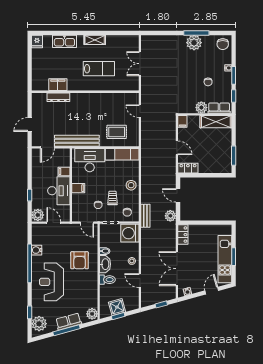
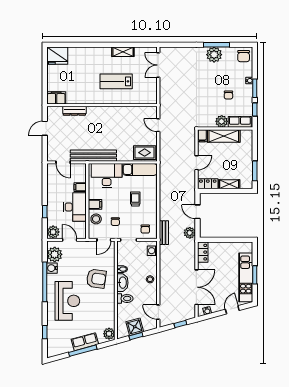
shelving: (95, 40) -> (123, 52), moved
fridge: (37, 41) -> (57, 56), width x1.88, depth x1.34
kitchen sink: (64, 41) -> (81, 53), removed
double door: (140, 64) -> (158, 65), moved
lab bench: (99, 69) -> (116, 81), turned 180
filing cabinet: (58, 85) -> (56, 98), moved
shelving: (216, 122) -> (224, 136), moved
door: (30, 125) -> (45, 128), moved
rug: (117, 132) -> (145, 153), moved
door: (47, 147) -> (63, 162), hinge flipped
door: (177, 148) -> (196, 163), hinge flipped
shelving: (209, 169) -> (229, 184), added
stool: (131, 185) -> (96, 219), moved
trolley: (113, 198) -> (135, 199), moved
door: (87, 223) -> (104, 240), hinge flipped
washing machine: (130, 233) -> (152, 251), width x0.53, depth x0.53
armchair: (80, 260) -> (96, 279), turned -82
double door: (177, 269) -> (196, 287), swing flipped
door: (140, 281) -> (158, 312), moved
reception desk: (51, 282) -> (67, 301), turned 180
plant: (39, 324) -> (55, 254), moved

